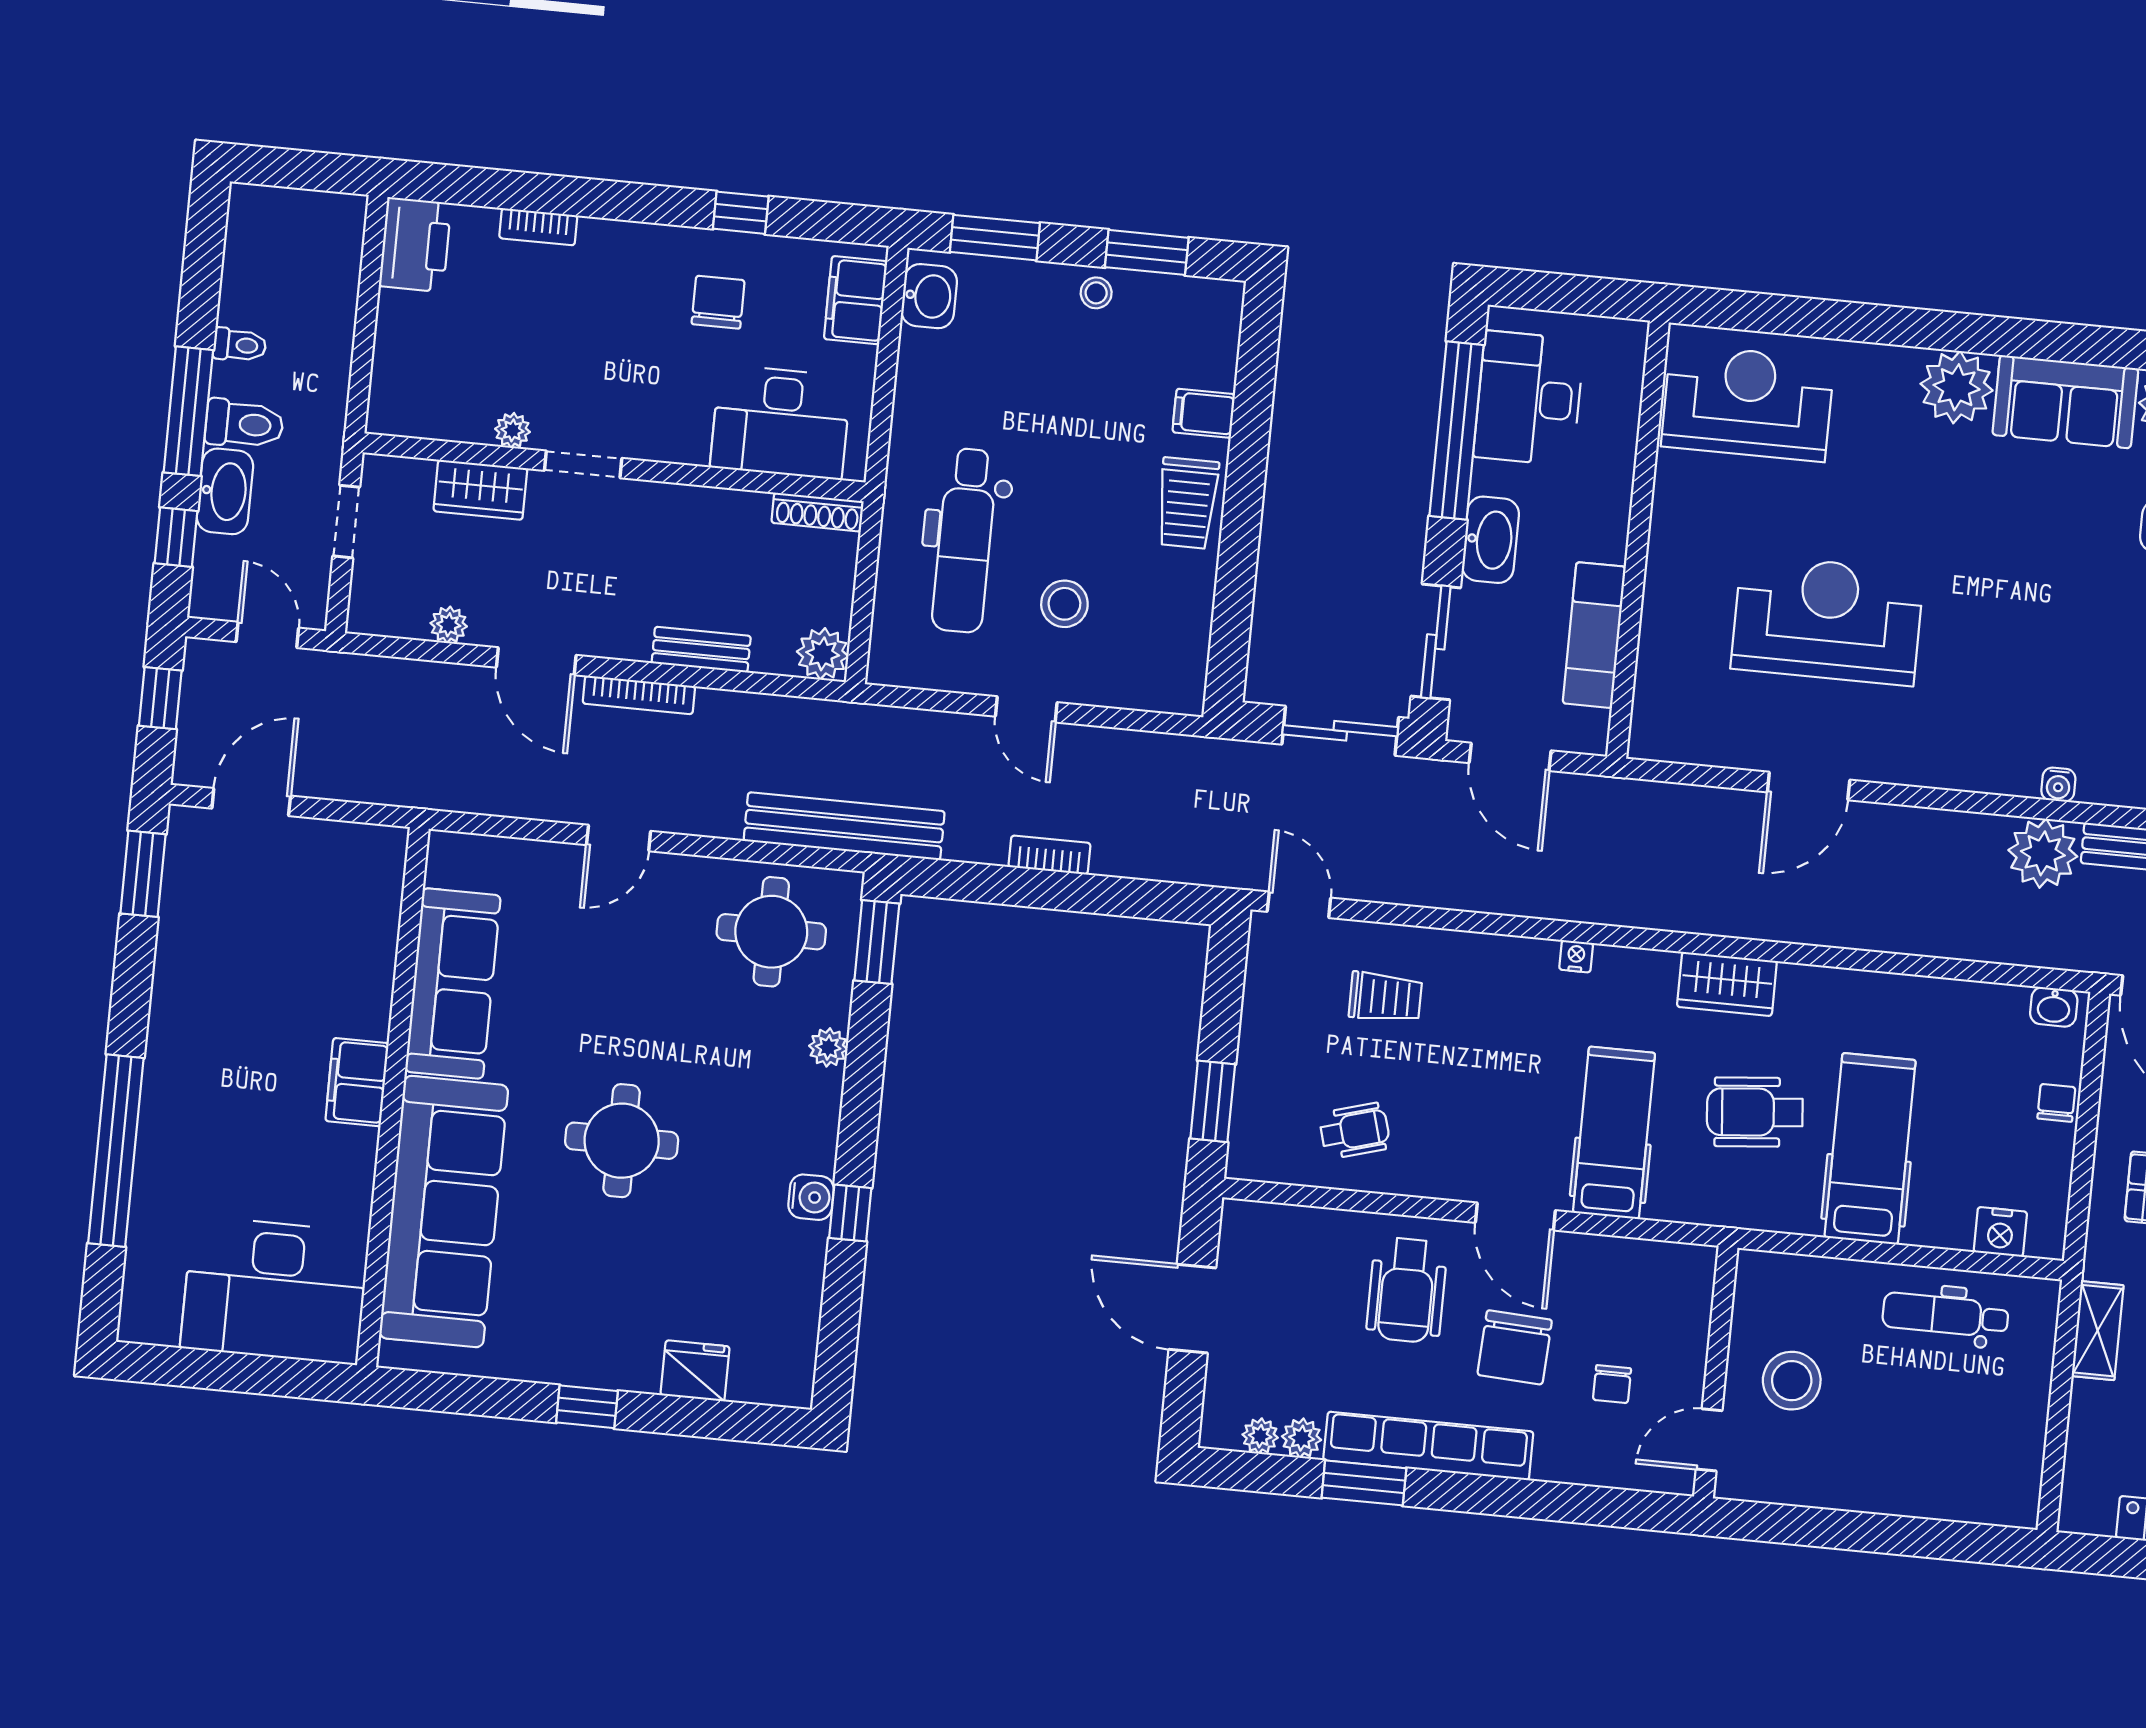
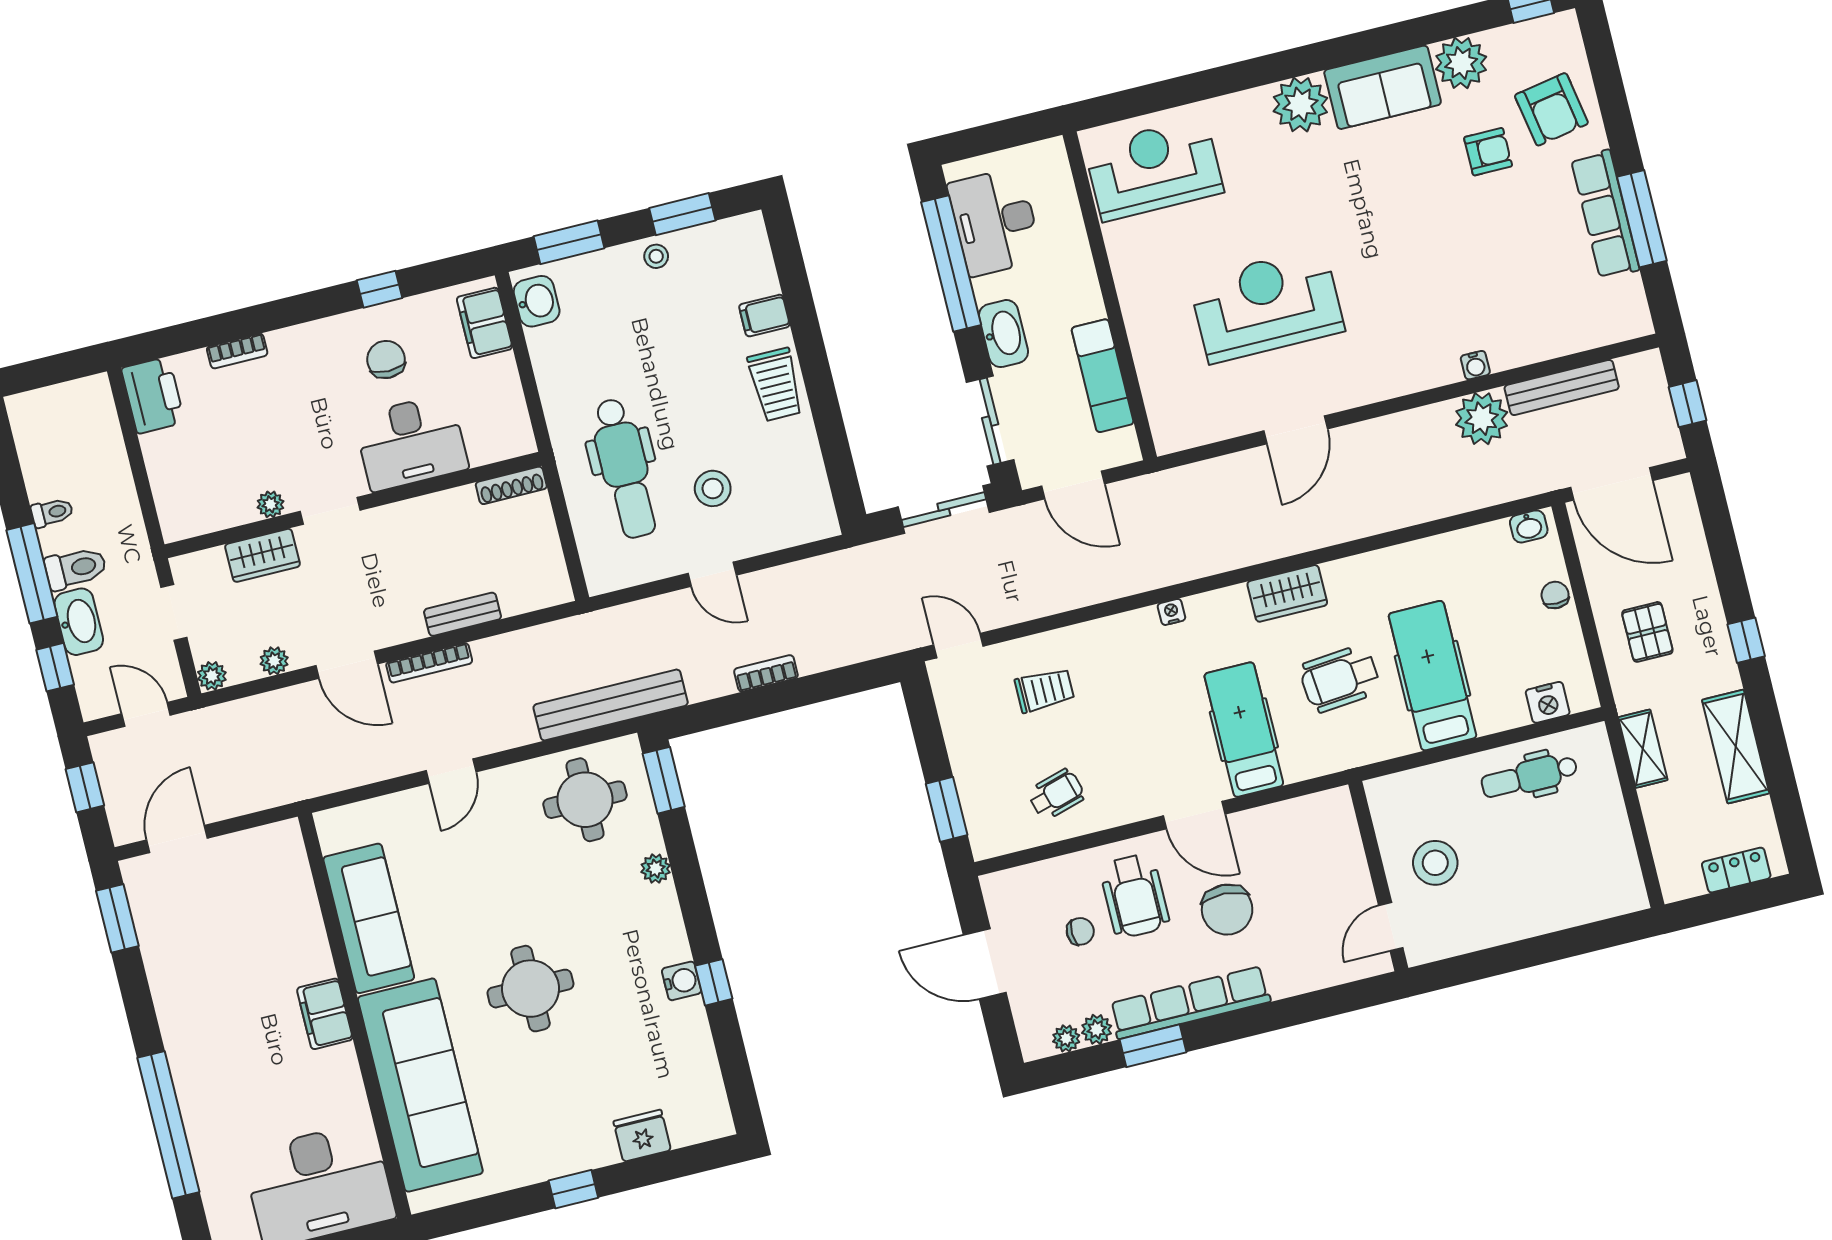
desk: (781, 422) -> (411, 442), moved
plant: (823, 654) -> (212, 676), moved, width x0.73, depth x0.73
chair: (1612, 1384) -> (1080, 931), moved, turned -92

